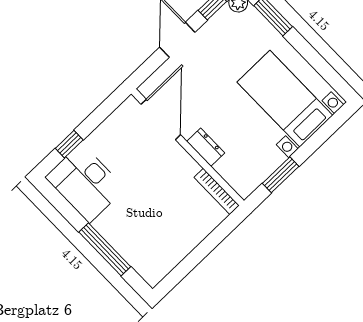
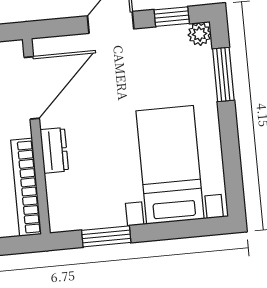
bookcase: (217, 191) -> (26, 187), width x1.48, depth x1.31

